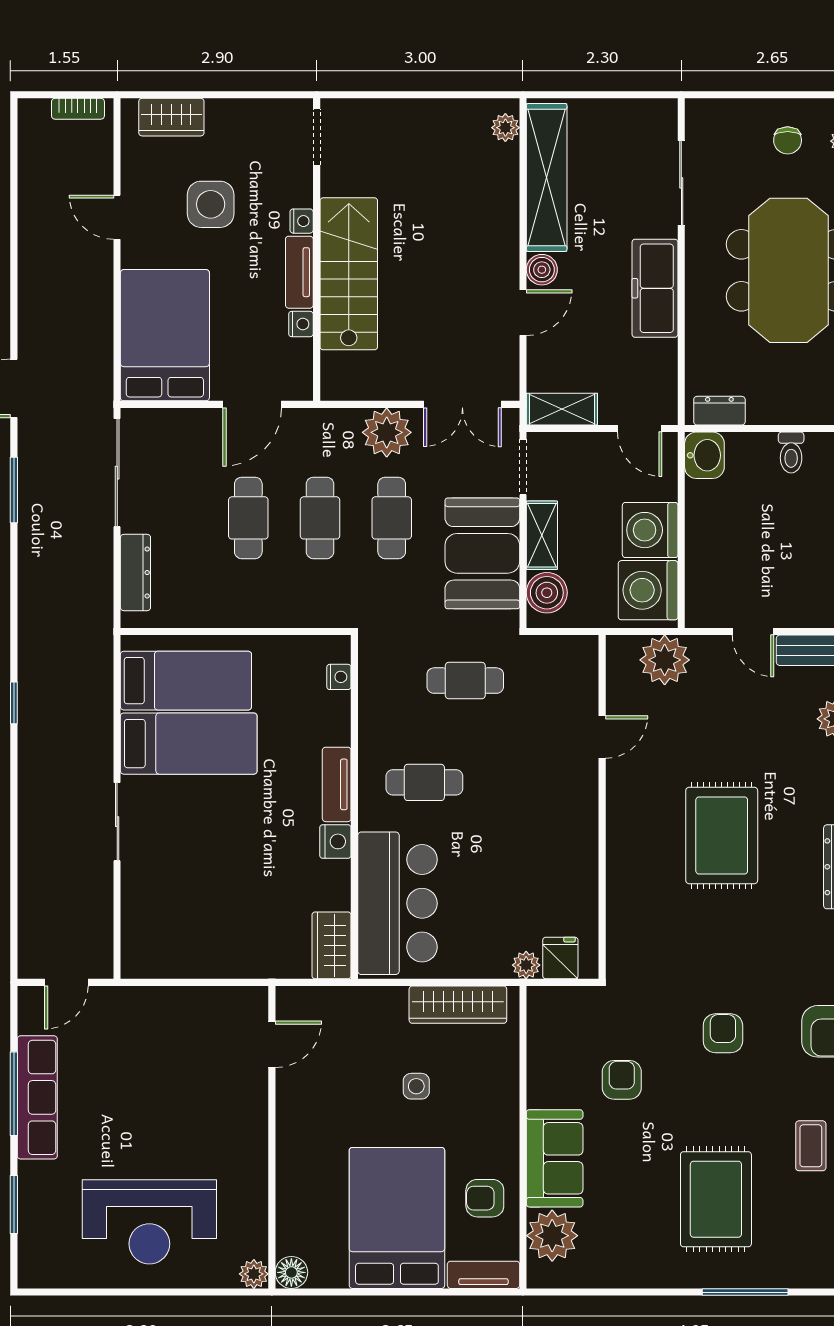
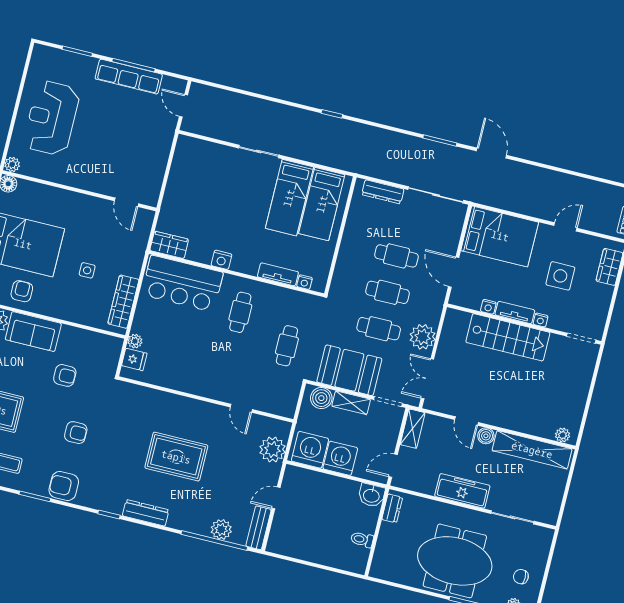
tv unit: (337, 784) -> (278, 274), moved

